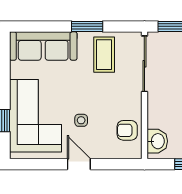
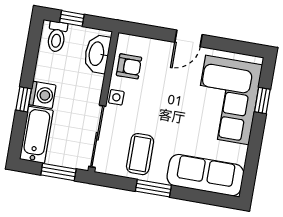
side table: (81, 120) -> (116, 97), moved
washbasin: (157, 141) -> (97, 54), width x1.38
door: (79, 164) -> (189, 38), hinge flipped

